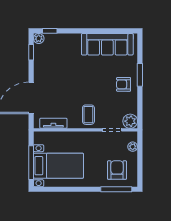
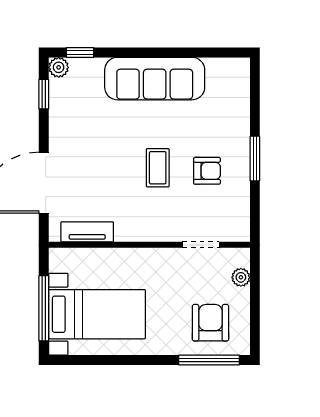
sofa: (107, 44) -> (155, 79), moved
window: (140, 75) -> (255, 158), moved
armchair: (124, 84) -> (207, 171), moved, turned 180
coffee table: (88, 115) -> (158, 168), moved
plant: (130, 121) -> (236, 228), removed

